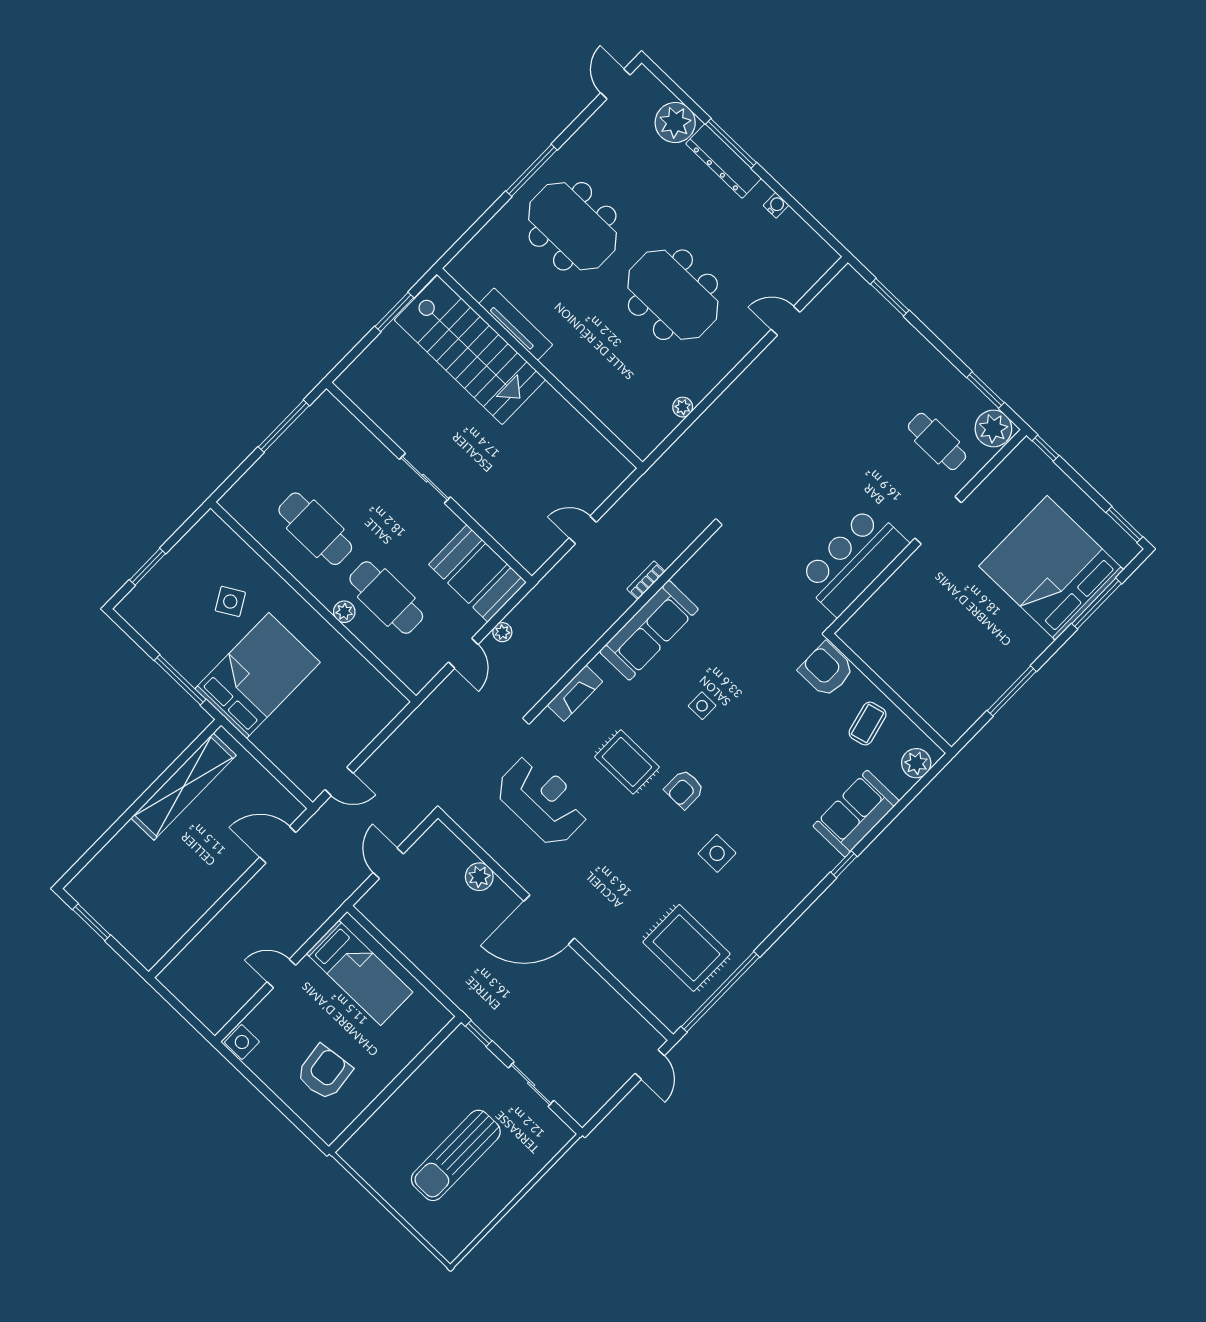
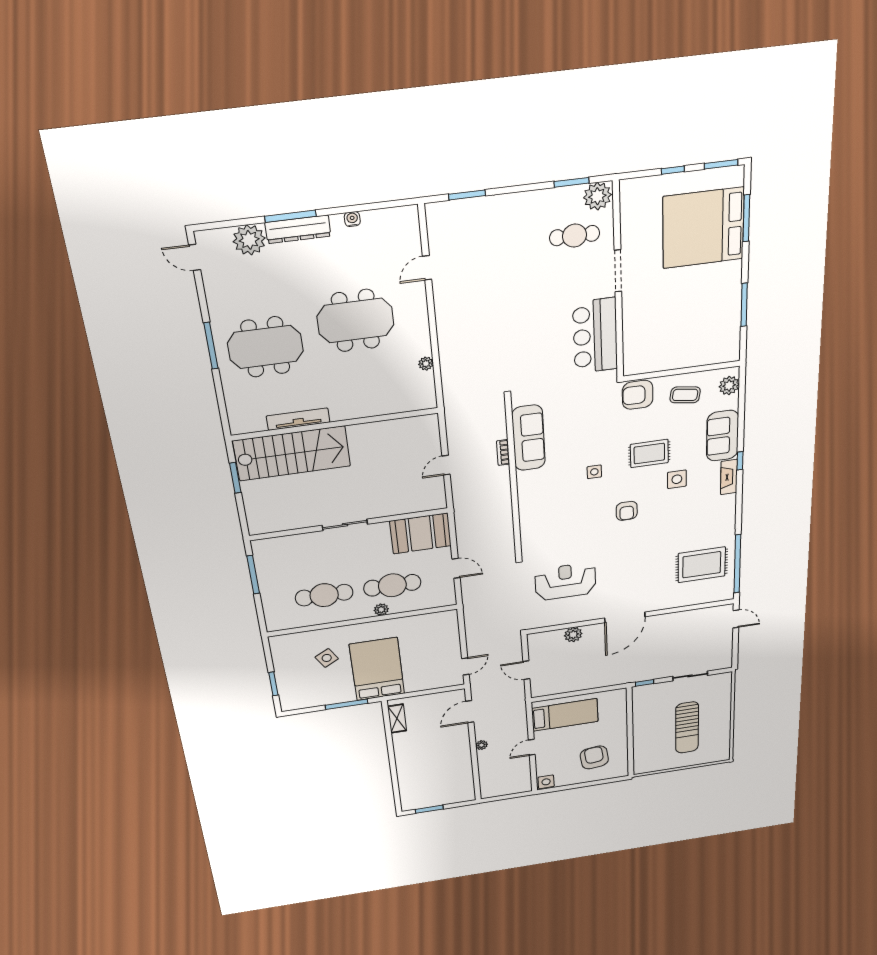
window: (1046, 448) -> (673, 170), moved
sofa: (649, 630) -> (529, 438), moved
plant: (502, 632) -> (482, 745), moved
fireplace: (575, 693) -> (729, 477), moved, turned 180
coffee table: (868, 724) -> (685, 395), turned -68
rug: (627, 762) -> (649, 454), moved
shelving: (184, 787) -> (397, 718), width x0.45, depth x0.75
side table: (717, 853) -> (677, 479), moved

